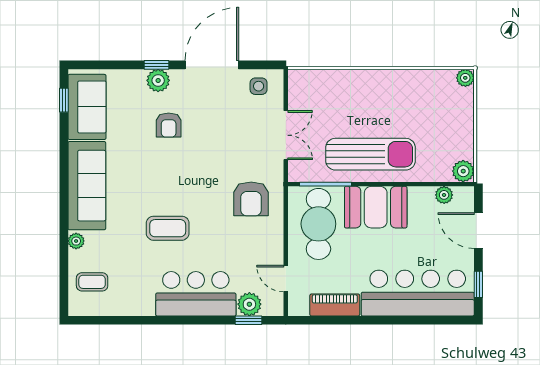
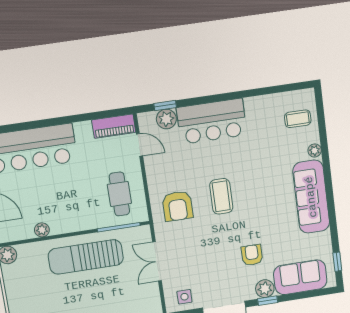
sofa: (87, 107) -> (300, 277), moved, turned 90
plant: (444, 195) -> (42, 230), moved
armchair: (251, 199) -> (178, 206), turned 180
booth: (376, 207) -> (74, 215), removed
cafe table: (318, 224) -> (119, 194), width x0.73, depth x0.74
coffee table: (168, 228) -> (221, 196), moved, turned 90
piano: (335, 305) -> (114, 126), moved

